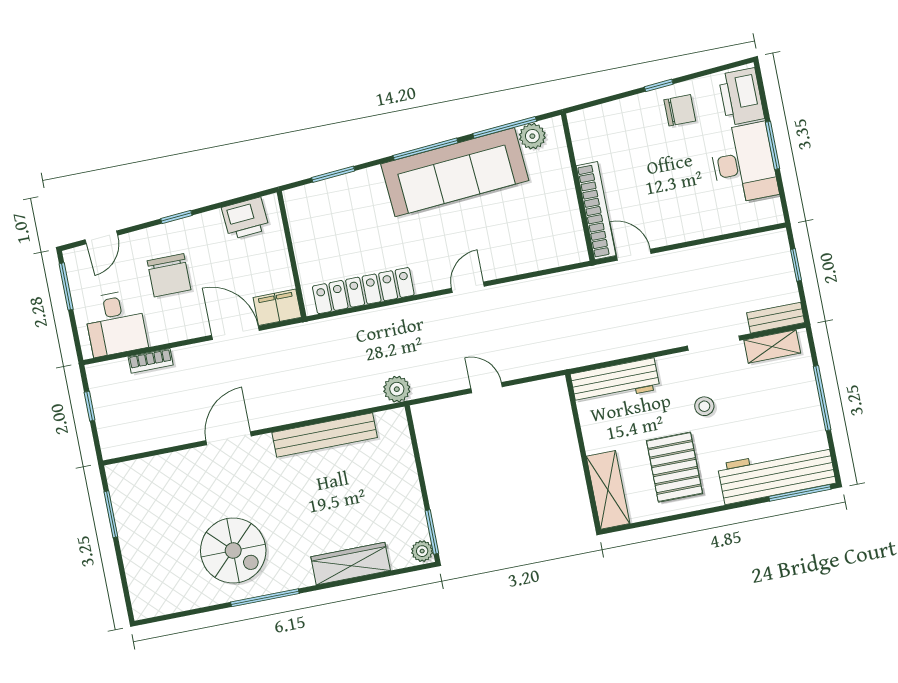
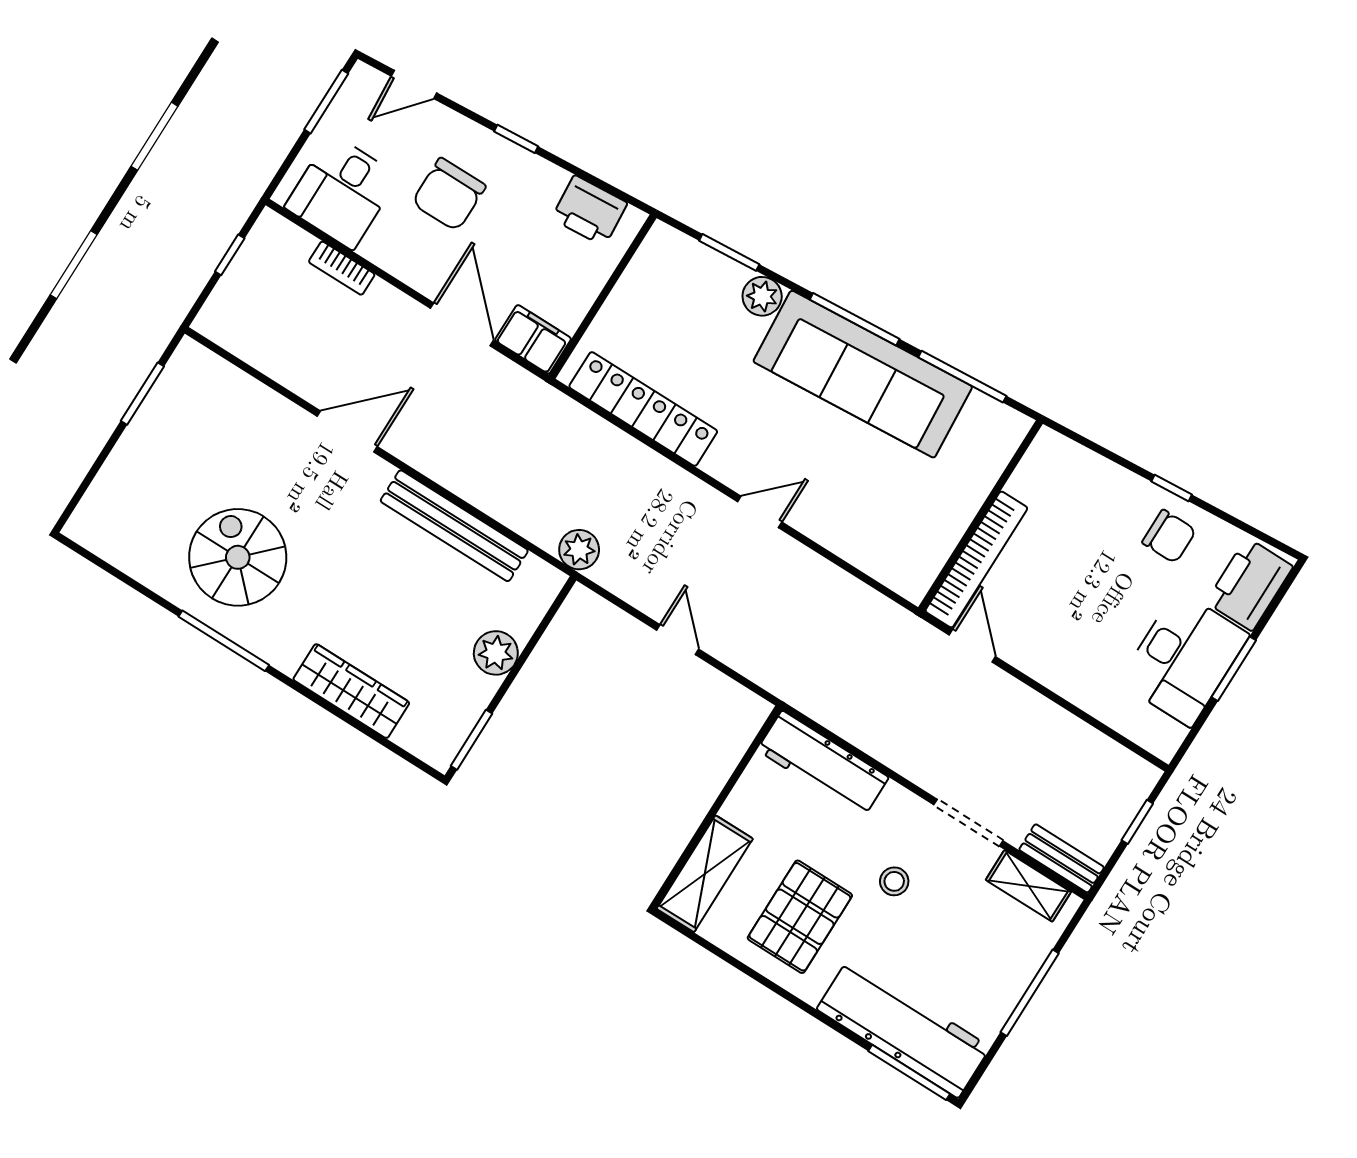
plant: (532, 136) -> (762, 296), moved
spiral stairs: (233, 550) -> (238, 557), turned 180
plant: (422, 551) -> (496, 653), moved, width x1.38, depth x1.38

